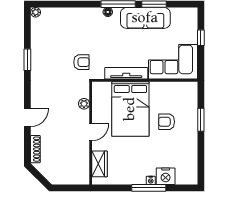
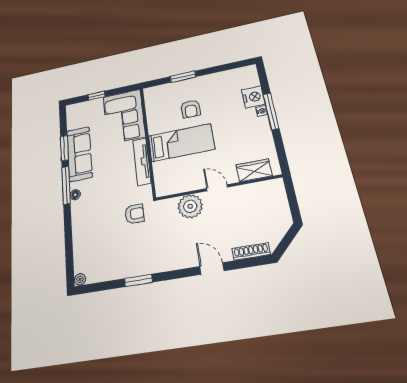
armchair: (81, 62) -> (135, 214), turned 90
plant: (84, 104) -> (190, 206), width x1.87, depth x1.87
bed: (130, 109) -> (181, 143), width x0.67

